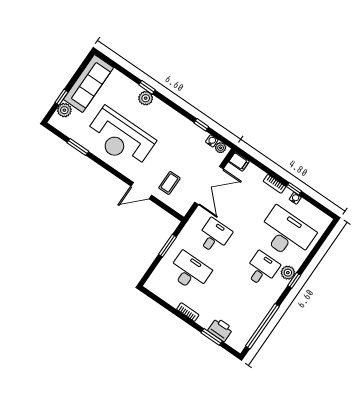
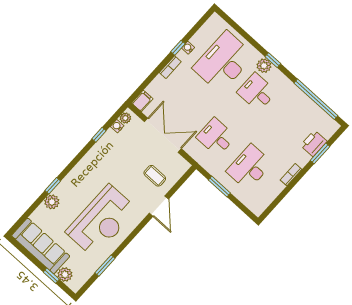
plant: (146, 98) -> (52, 202), moved

